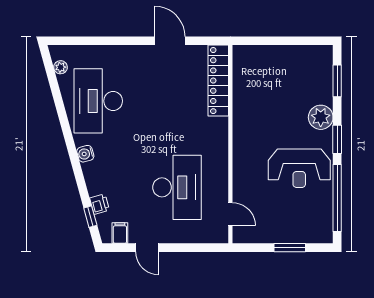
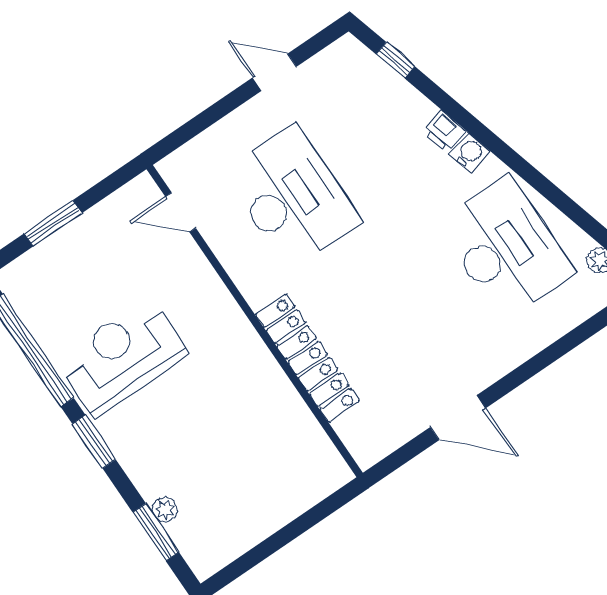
locker: (218, 81) -> (308, 358), moved
plant: (321, 117) -> (165, 510), moved, width x0.53, depth x0.53
desk: (177, 187) -> (292, 197), turned 180
printer: (99, 204) -> (444, 131), moved
filing cabinet: (120, 233) -> (332, 66), removed

